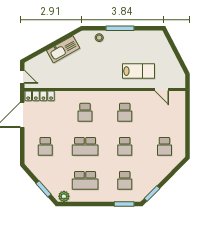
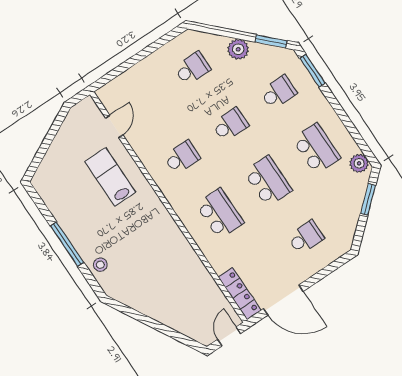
kitchen sink: (63, 49) -> (151, 305), removed
school desk: (85, 112) -> (220, 214), width x1.85
plant: (159, 175) -> (238, 49), added

